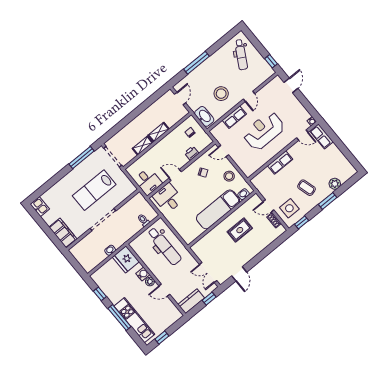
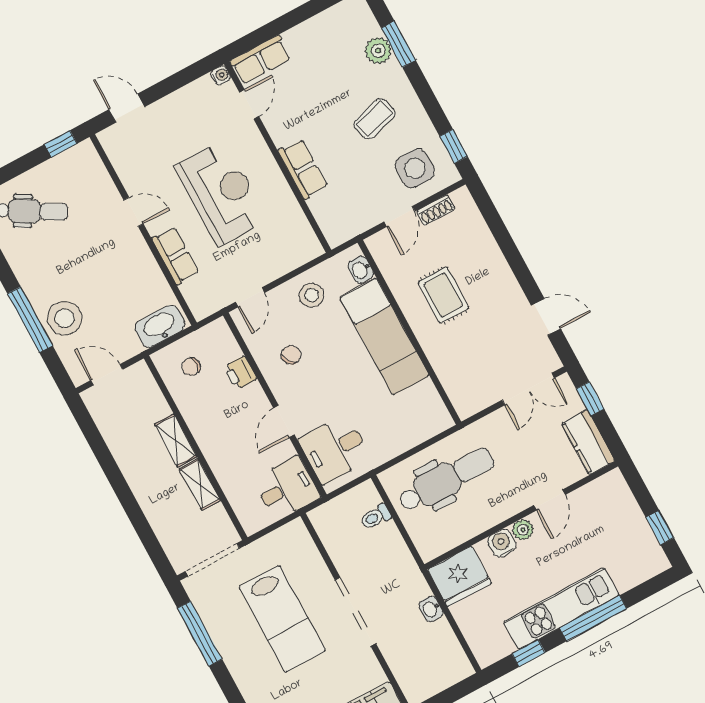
stool: (221, 94) -> (65, 318), moved
reception desk: (264, 131) -> (221, 193), turned 180
window: (328, 201) -> (398, 44), moved
kitchen unit: (134, 320) -> (561, 608), moved

